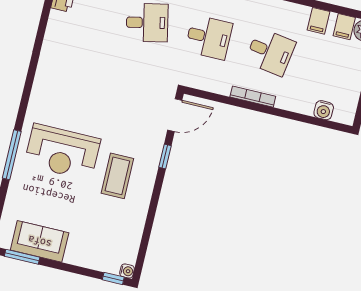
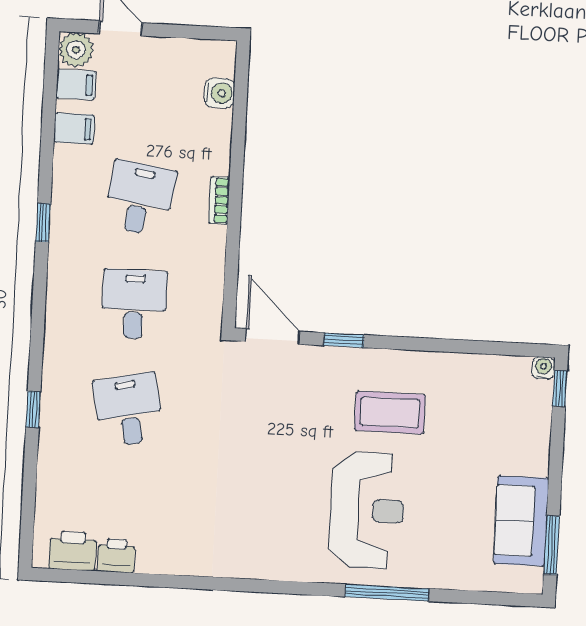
bookcase: (253, 97) -> (219, 200), width x0.64

